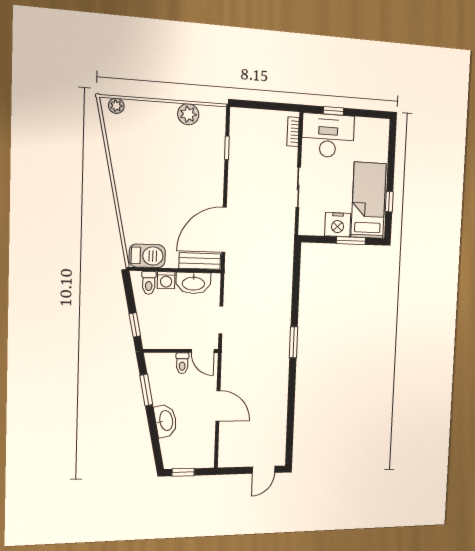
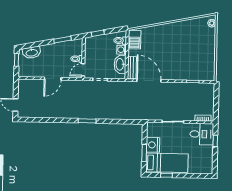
plant: (188, 114) -> (209, 61), removed
desk: (328, 136) -> (202, 134), width x0.73
washbasin: (166, 421) -> (32, 53), moved

